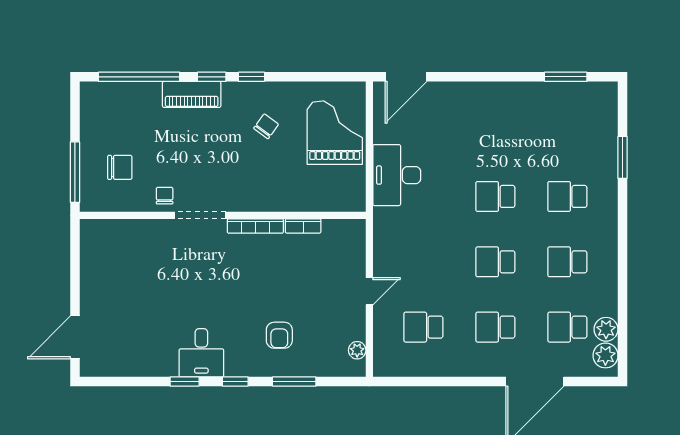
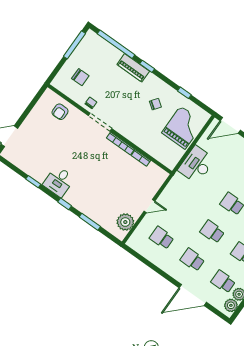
window: (252, 77) -> (184, 93), moved
window: (75, 172) -> (74, 45), moved
armchair: (279, 335) -> (60, 112), moved
plant: (357, 350) -> (125, 222), width x1.88, depth x1.88
window: (185, 381) -> (33, 182), moved

